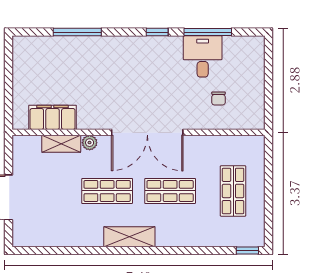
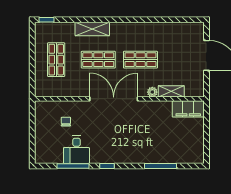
filing cabinet: (53, 117) -> (188, 109), moved
shelving: (129, 237) -> (92, 29), moved

